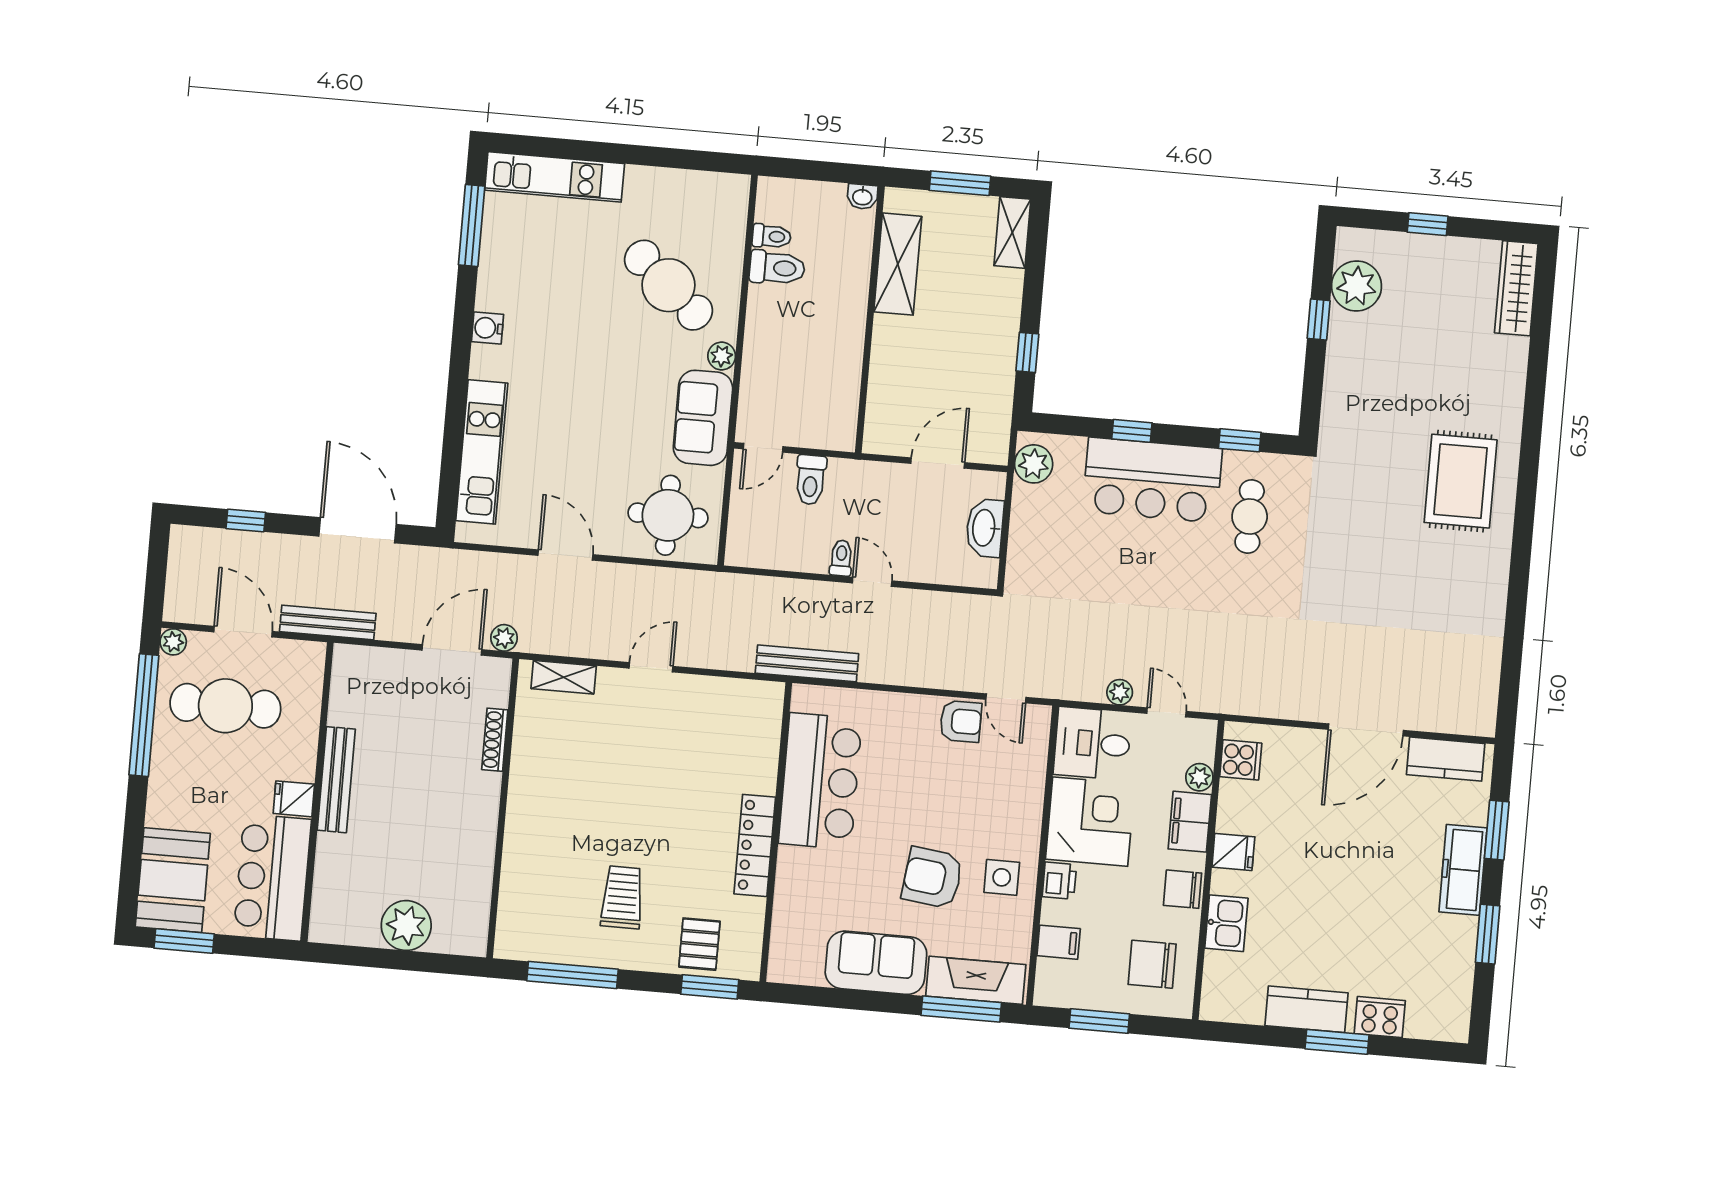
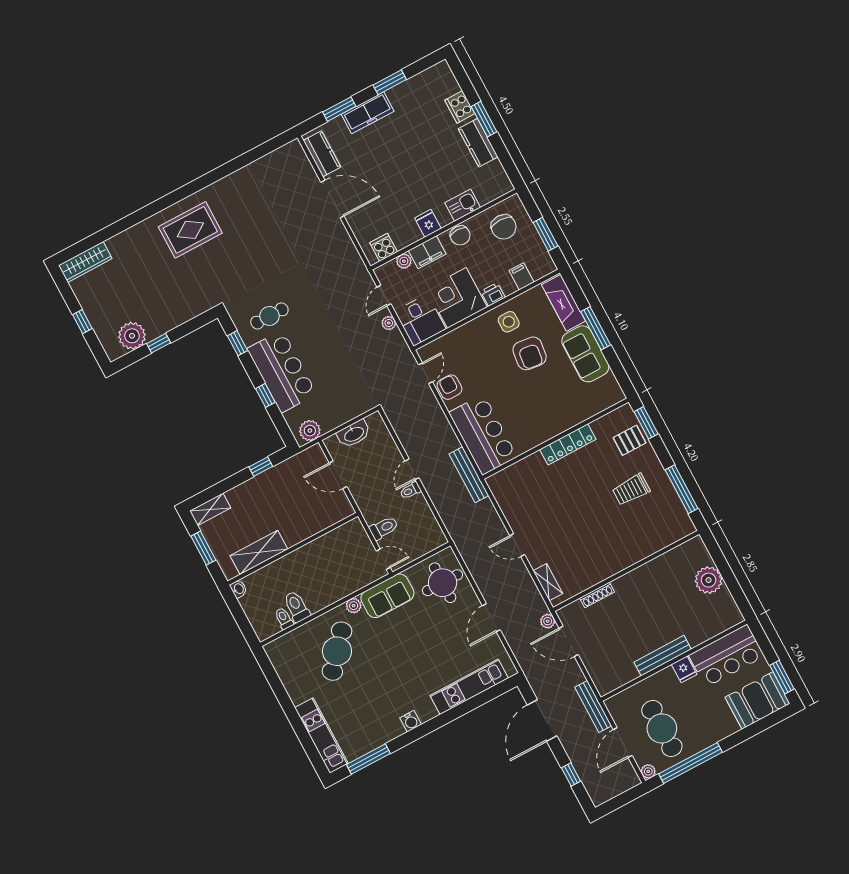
bar counter: (820, 781) -> (483, 435), moved, turned 90
window: (961, 1009) -> (596, 328), moved

